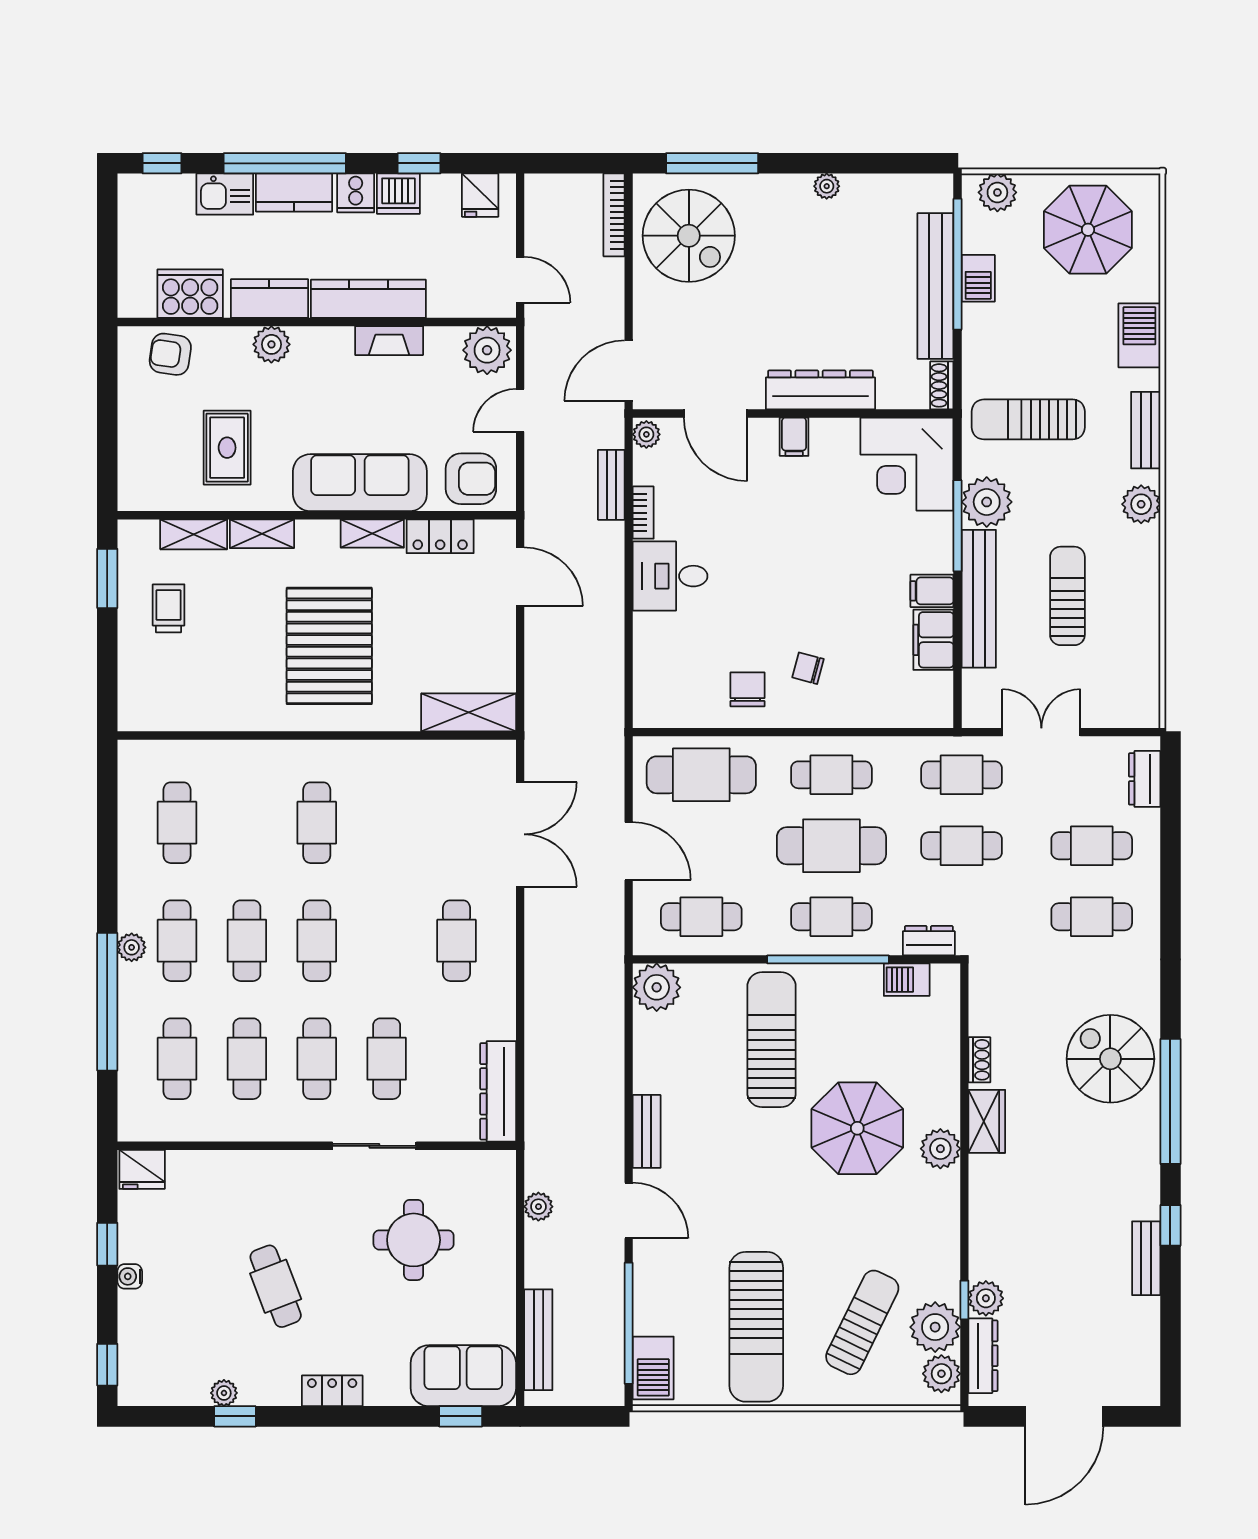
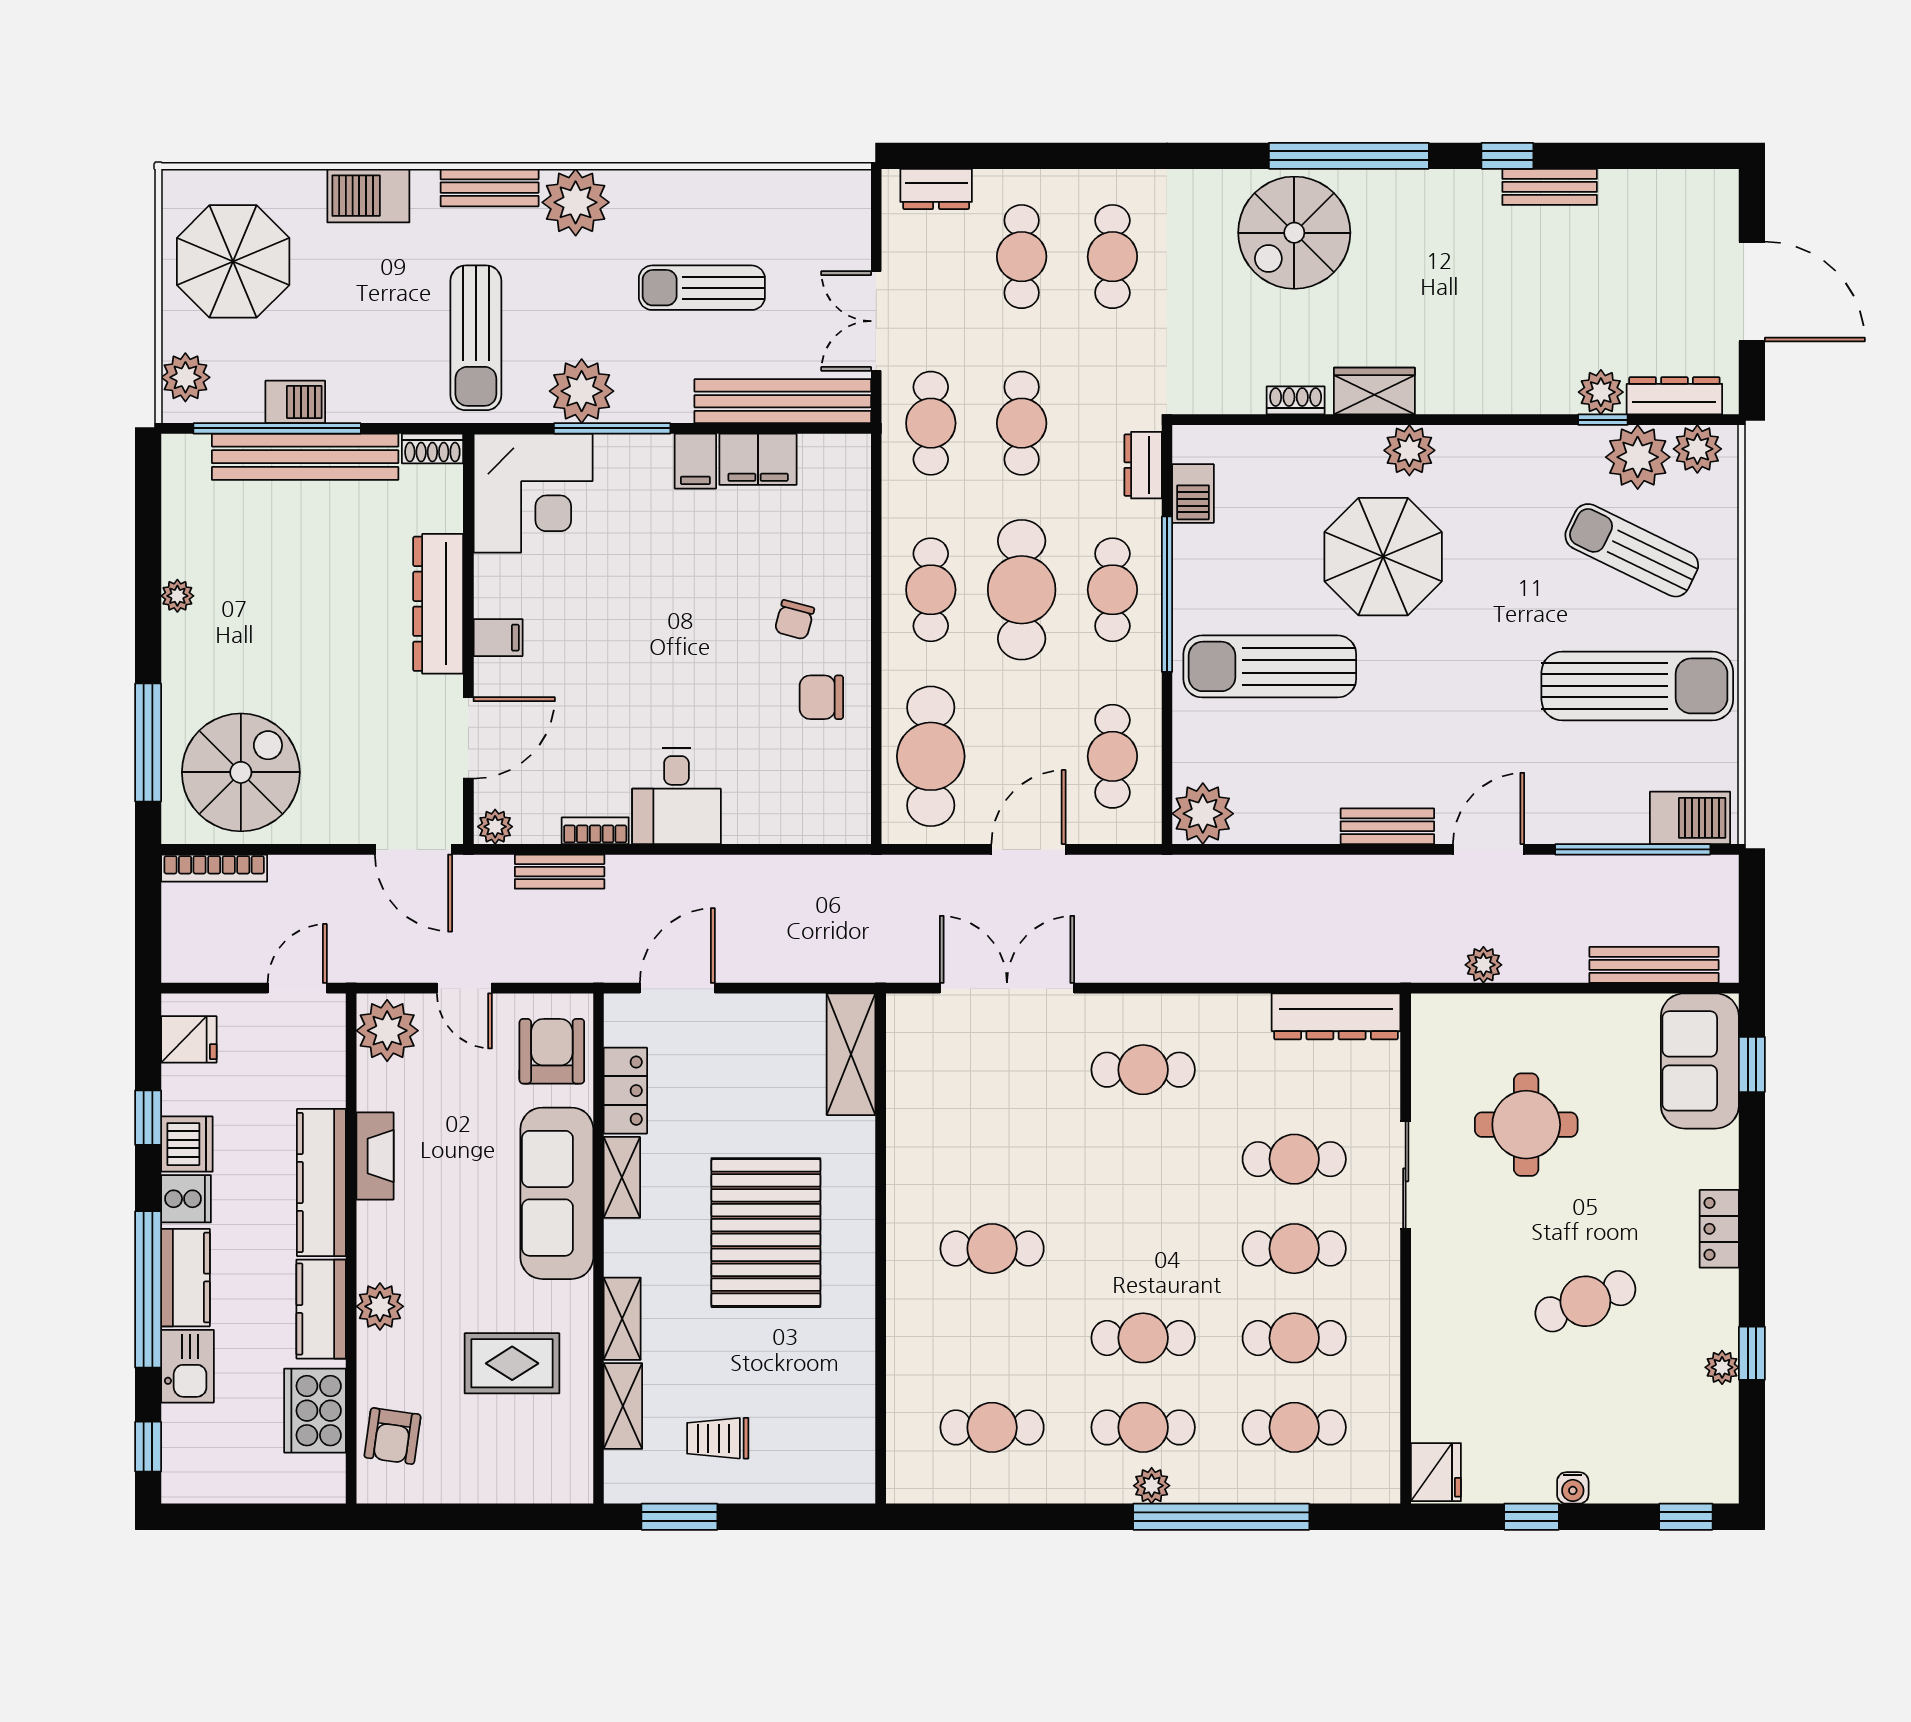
plant: (1141, 504) -> (576, 202), width x1.36, depth x1.36
bench: (979, 599) -> (783, 401), moved
pallet: (329, 646) -> (766, 1233), turned 90
cafe table: (317, 941) -> (1143, 1249), removed

